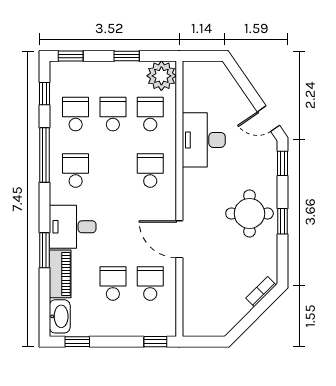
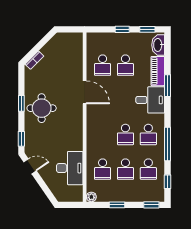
plant: (161, 76) -> (91, 197), width x0.53, depth x0.53
desk: (204, 140) -> (70, 168), moved
school desk: (150, 171) -> (125, 134), moved
window: (155, 342) -> (122, 29), moved

